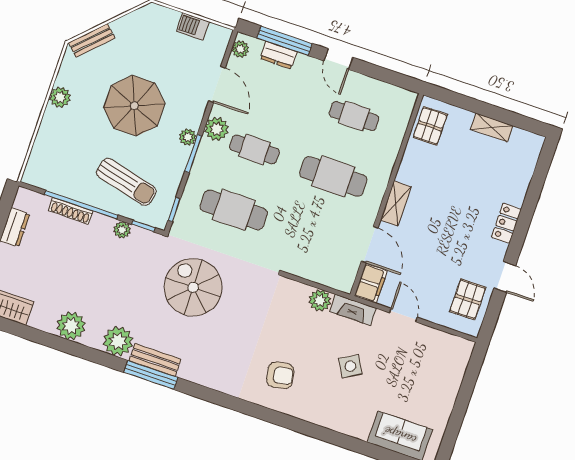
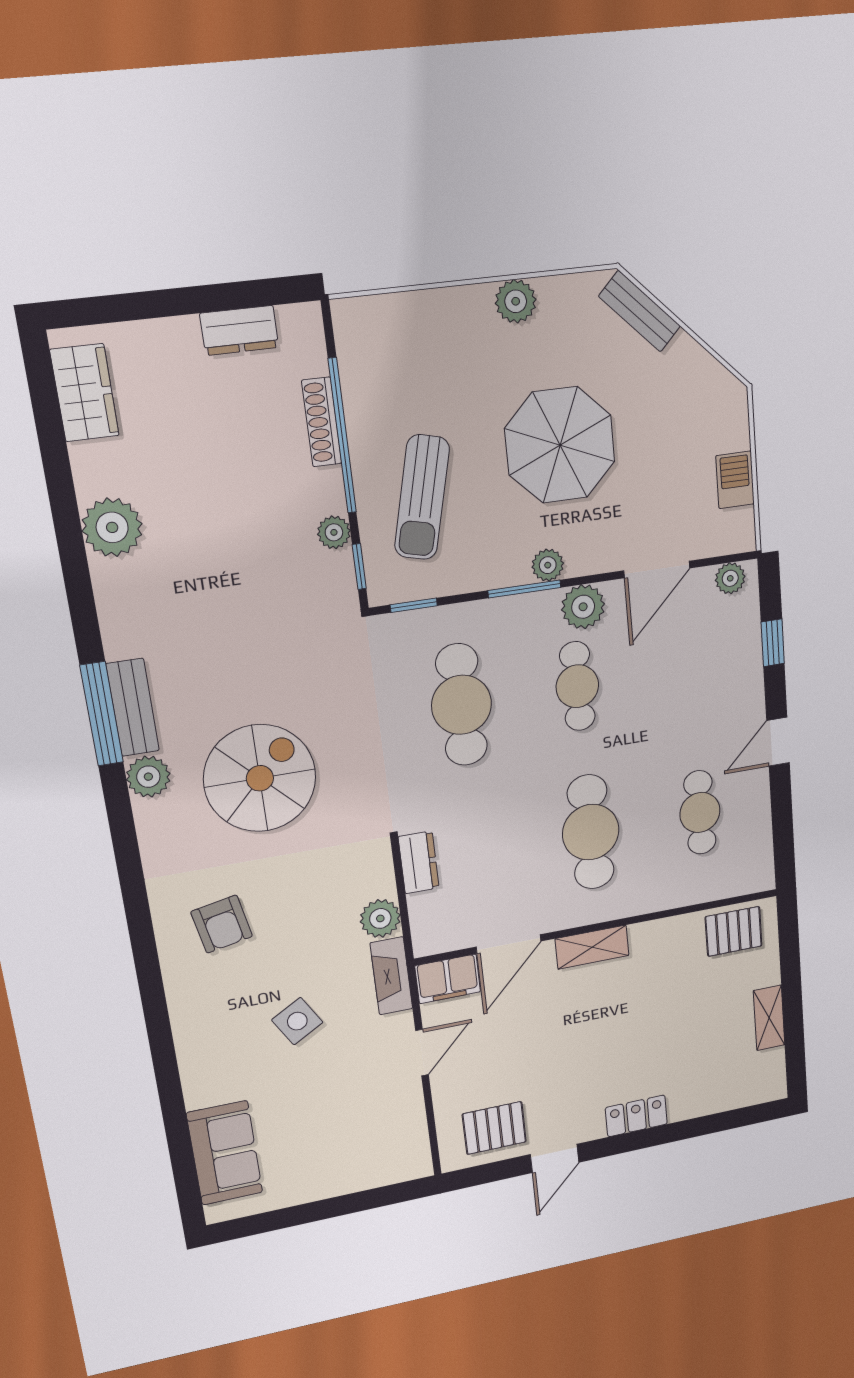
window: (285, 41) -> (773, 643), width x0.46
dresser: (279, 55) -> (419, 862), moved, turned 180
spiral stairs: (193, 287) -> (260, 778), moved
plant: (118, 341) -> (148, 777), moved, width x0.73, depth x0.73

